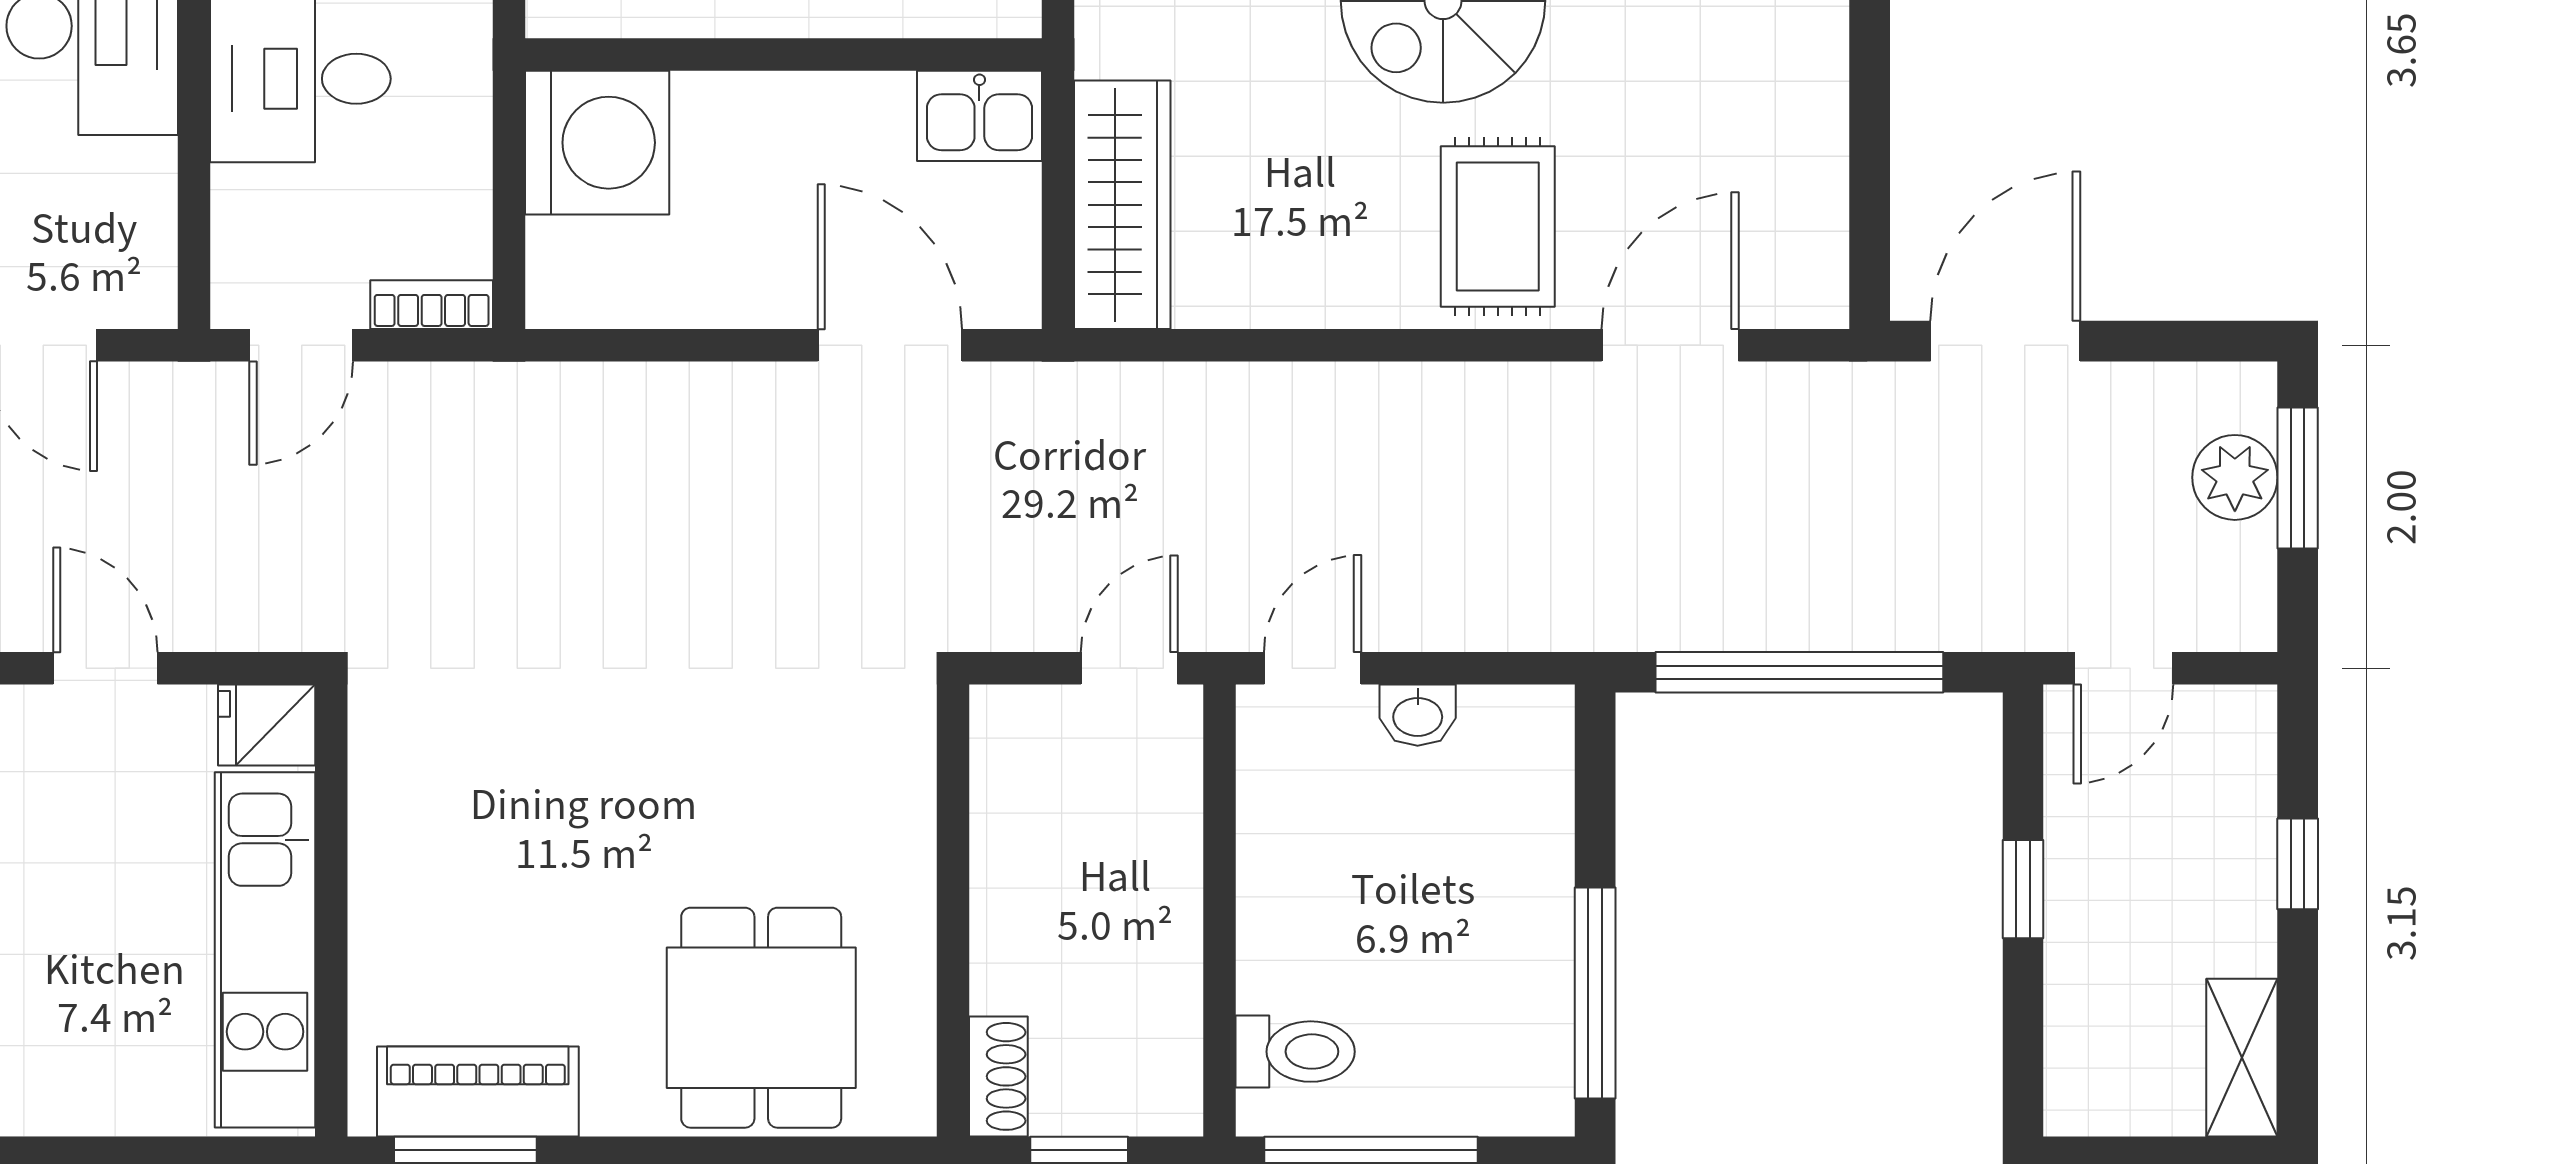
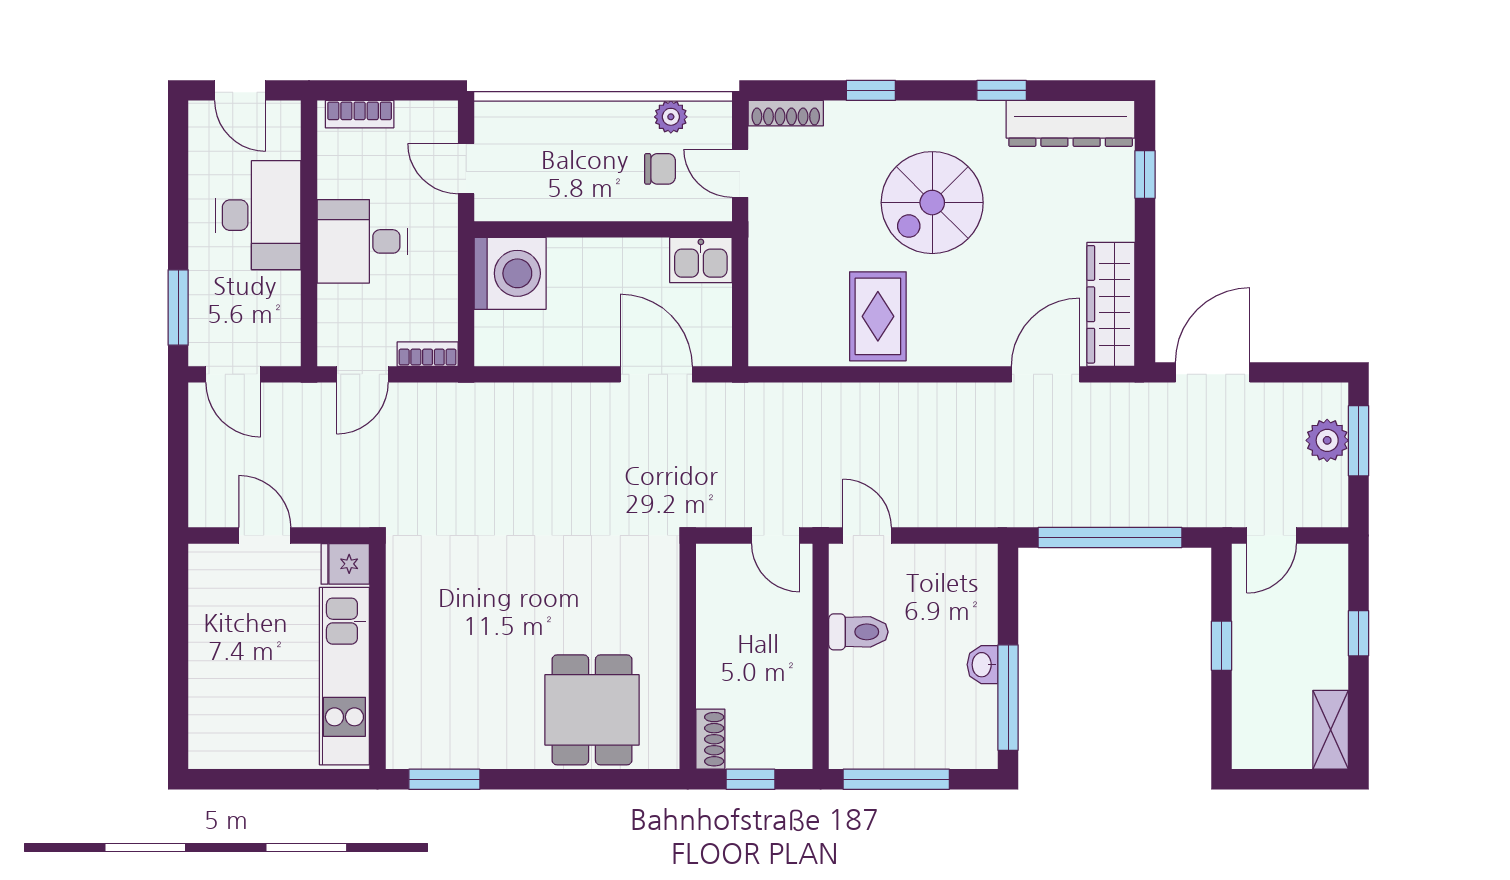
wardrobe: (1122, 205) -> (1111, 304), moved, turned 180
rug: (1498, 227) -> (878, 316), moved
door: (1129, 668) -> (776, 536), swing flipped
door: (1313, 668) -> (867, 536), hinge flipped
washbasin: (1418, 715) -> (983, 665), moved, turned 90
toilet: (1295, 1052) -> (858, 632), moved
piano: (478, 1092) -> (451, 747), removed

